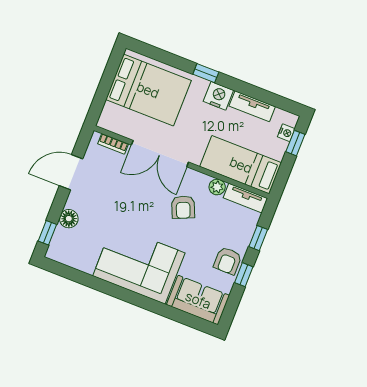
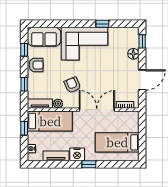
bed: (148, 90) -> (117, 142), width x0.67
window: (295, 143) -> (24, 128), moved
armchair: (228, 261) -> (36, 65), turned 90
window: (244, 275) -> (24, 50), moved
window: (99, 284) -> (102, 24), added

